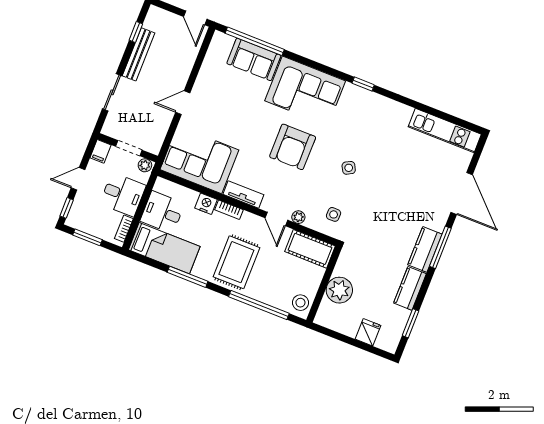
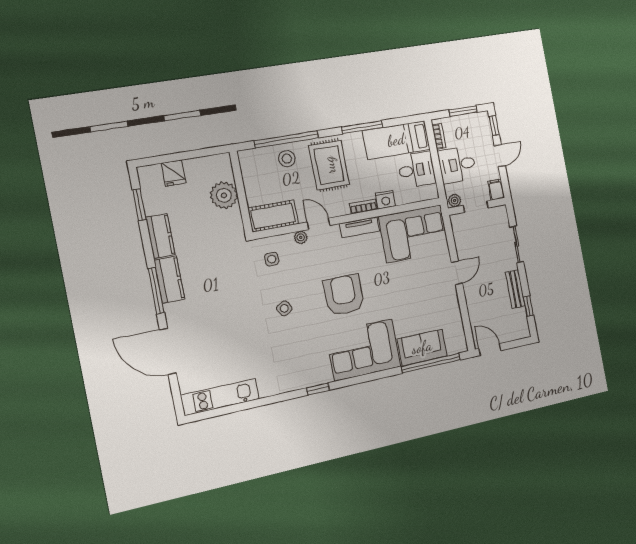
bench: (139, 54) -> (515, 289), width x0.73
stool: (300, 303) -> (287, 159), moved

